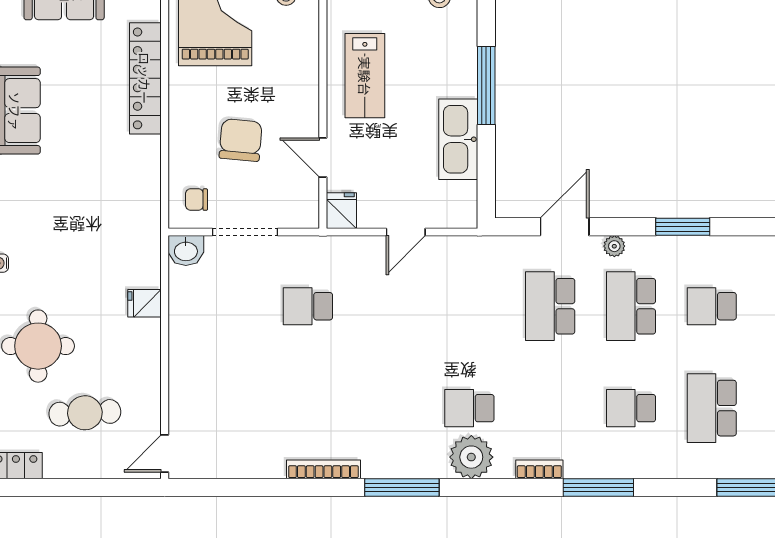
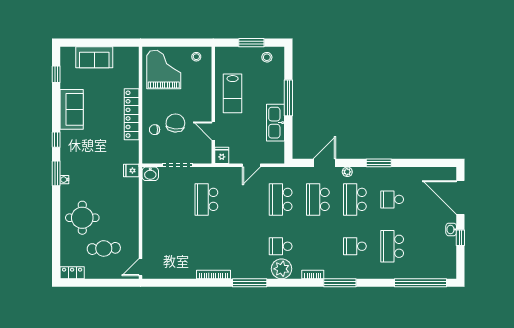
locker: (145, 78) -> (132, 114), moved
chair: (196, 200) -> (155, 130), moved
fridge: (145, 303) -> (131, 170), moved
school desk: (308, 306) -> (206, 199), width x1.85
school desk: (469, 306) -> (281, 199), added

